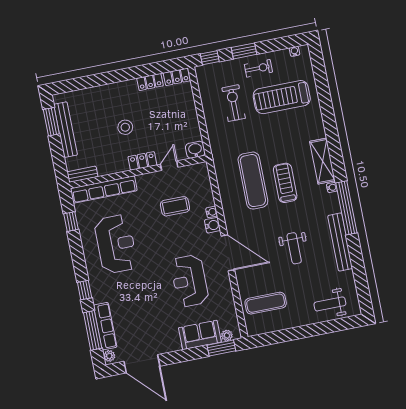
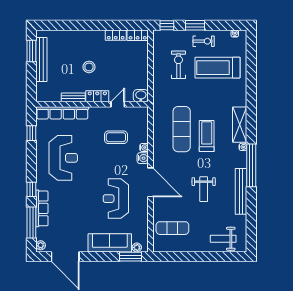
bench: (82, 174) -> (73, 97), moved
row of seats: (105, 326) -> (42, 208), moved
sofa: (200, 335) -> (110, 243), width x1.36

